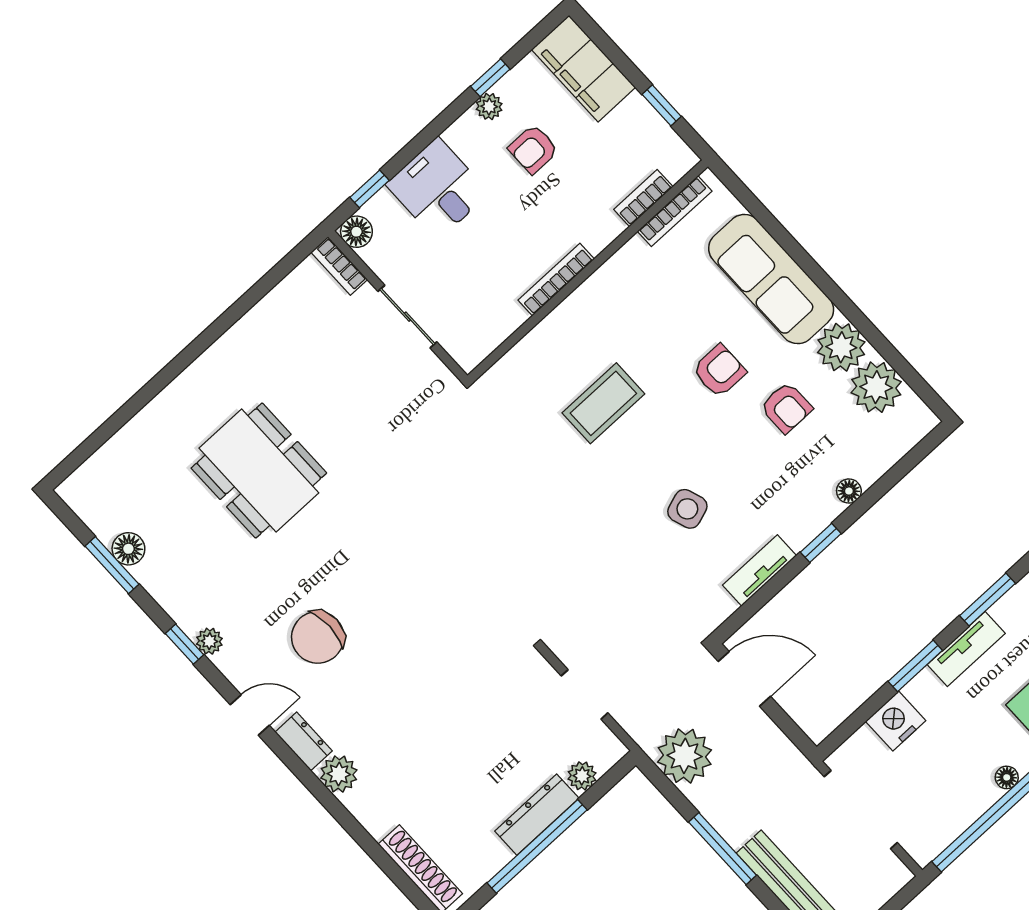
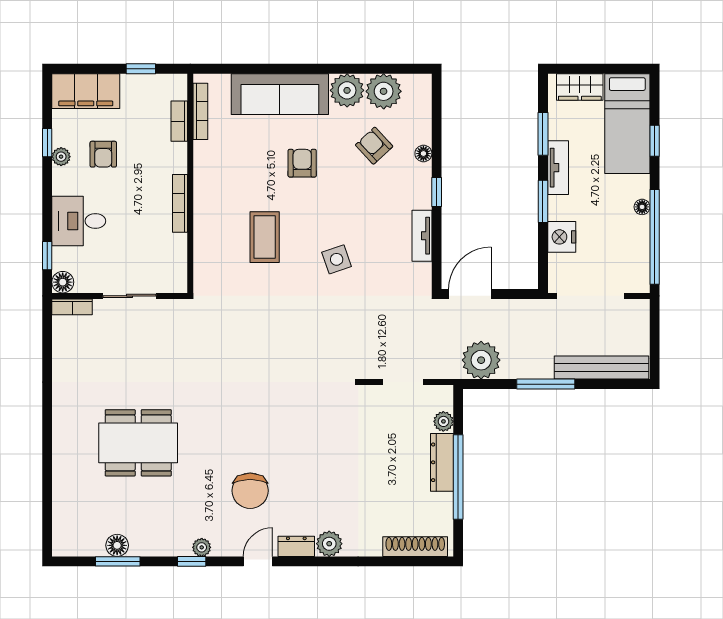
armchair: (786, 408) -> (374, 146), moved, turned -133
side table: (687, 509) -> (337, 259), moved

